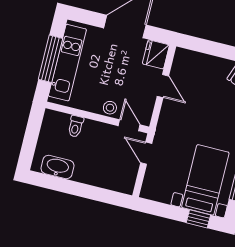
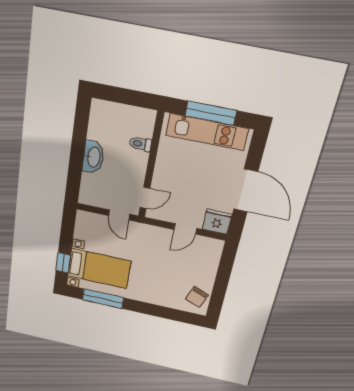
stool: (110, 108) -> (162, 178), removed
door: (146, 153) -> (119, 215), swing flipped
washbasin: (57, 167) -> (93, 157), moved

